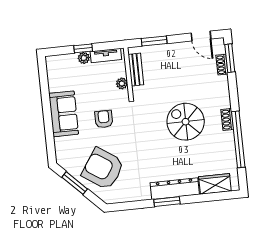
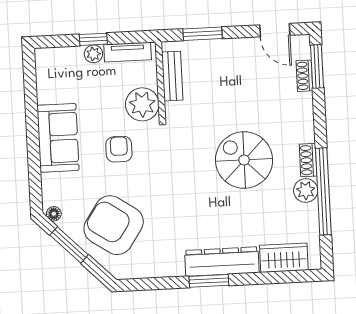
plant: (122, 83) -> (142, 104), width x1.88, depth x1.88
plant: (227, 139) -> (306, 190), added
floor lamp: (64, 163) -> (54, 214), added

